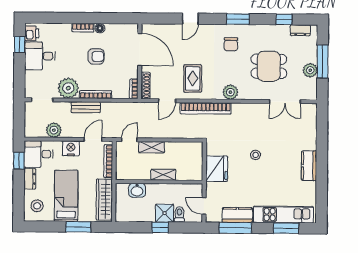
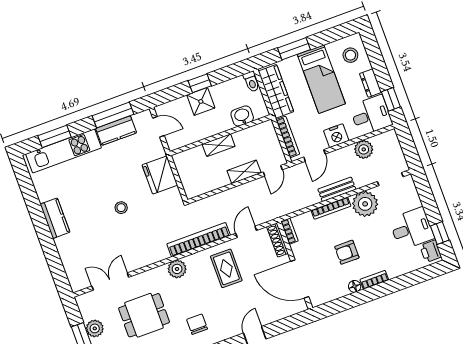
toilet: (179, 214) -> (251, 82), moved

